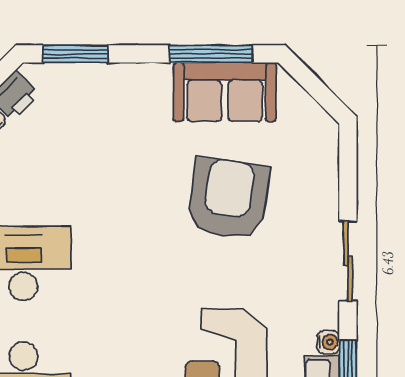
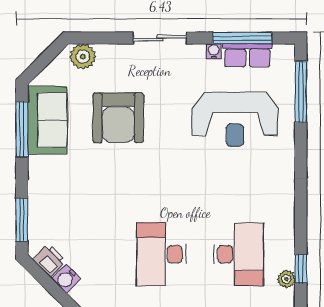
plant: (320, 145) -> (83, 57), added
armchair: (228, 199) -> (118, 118), turned -98

